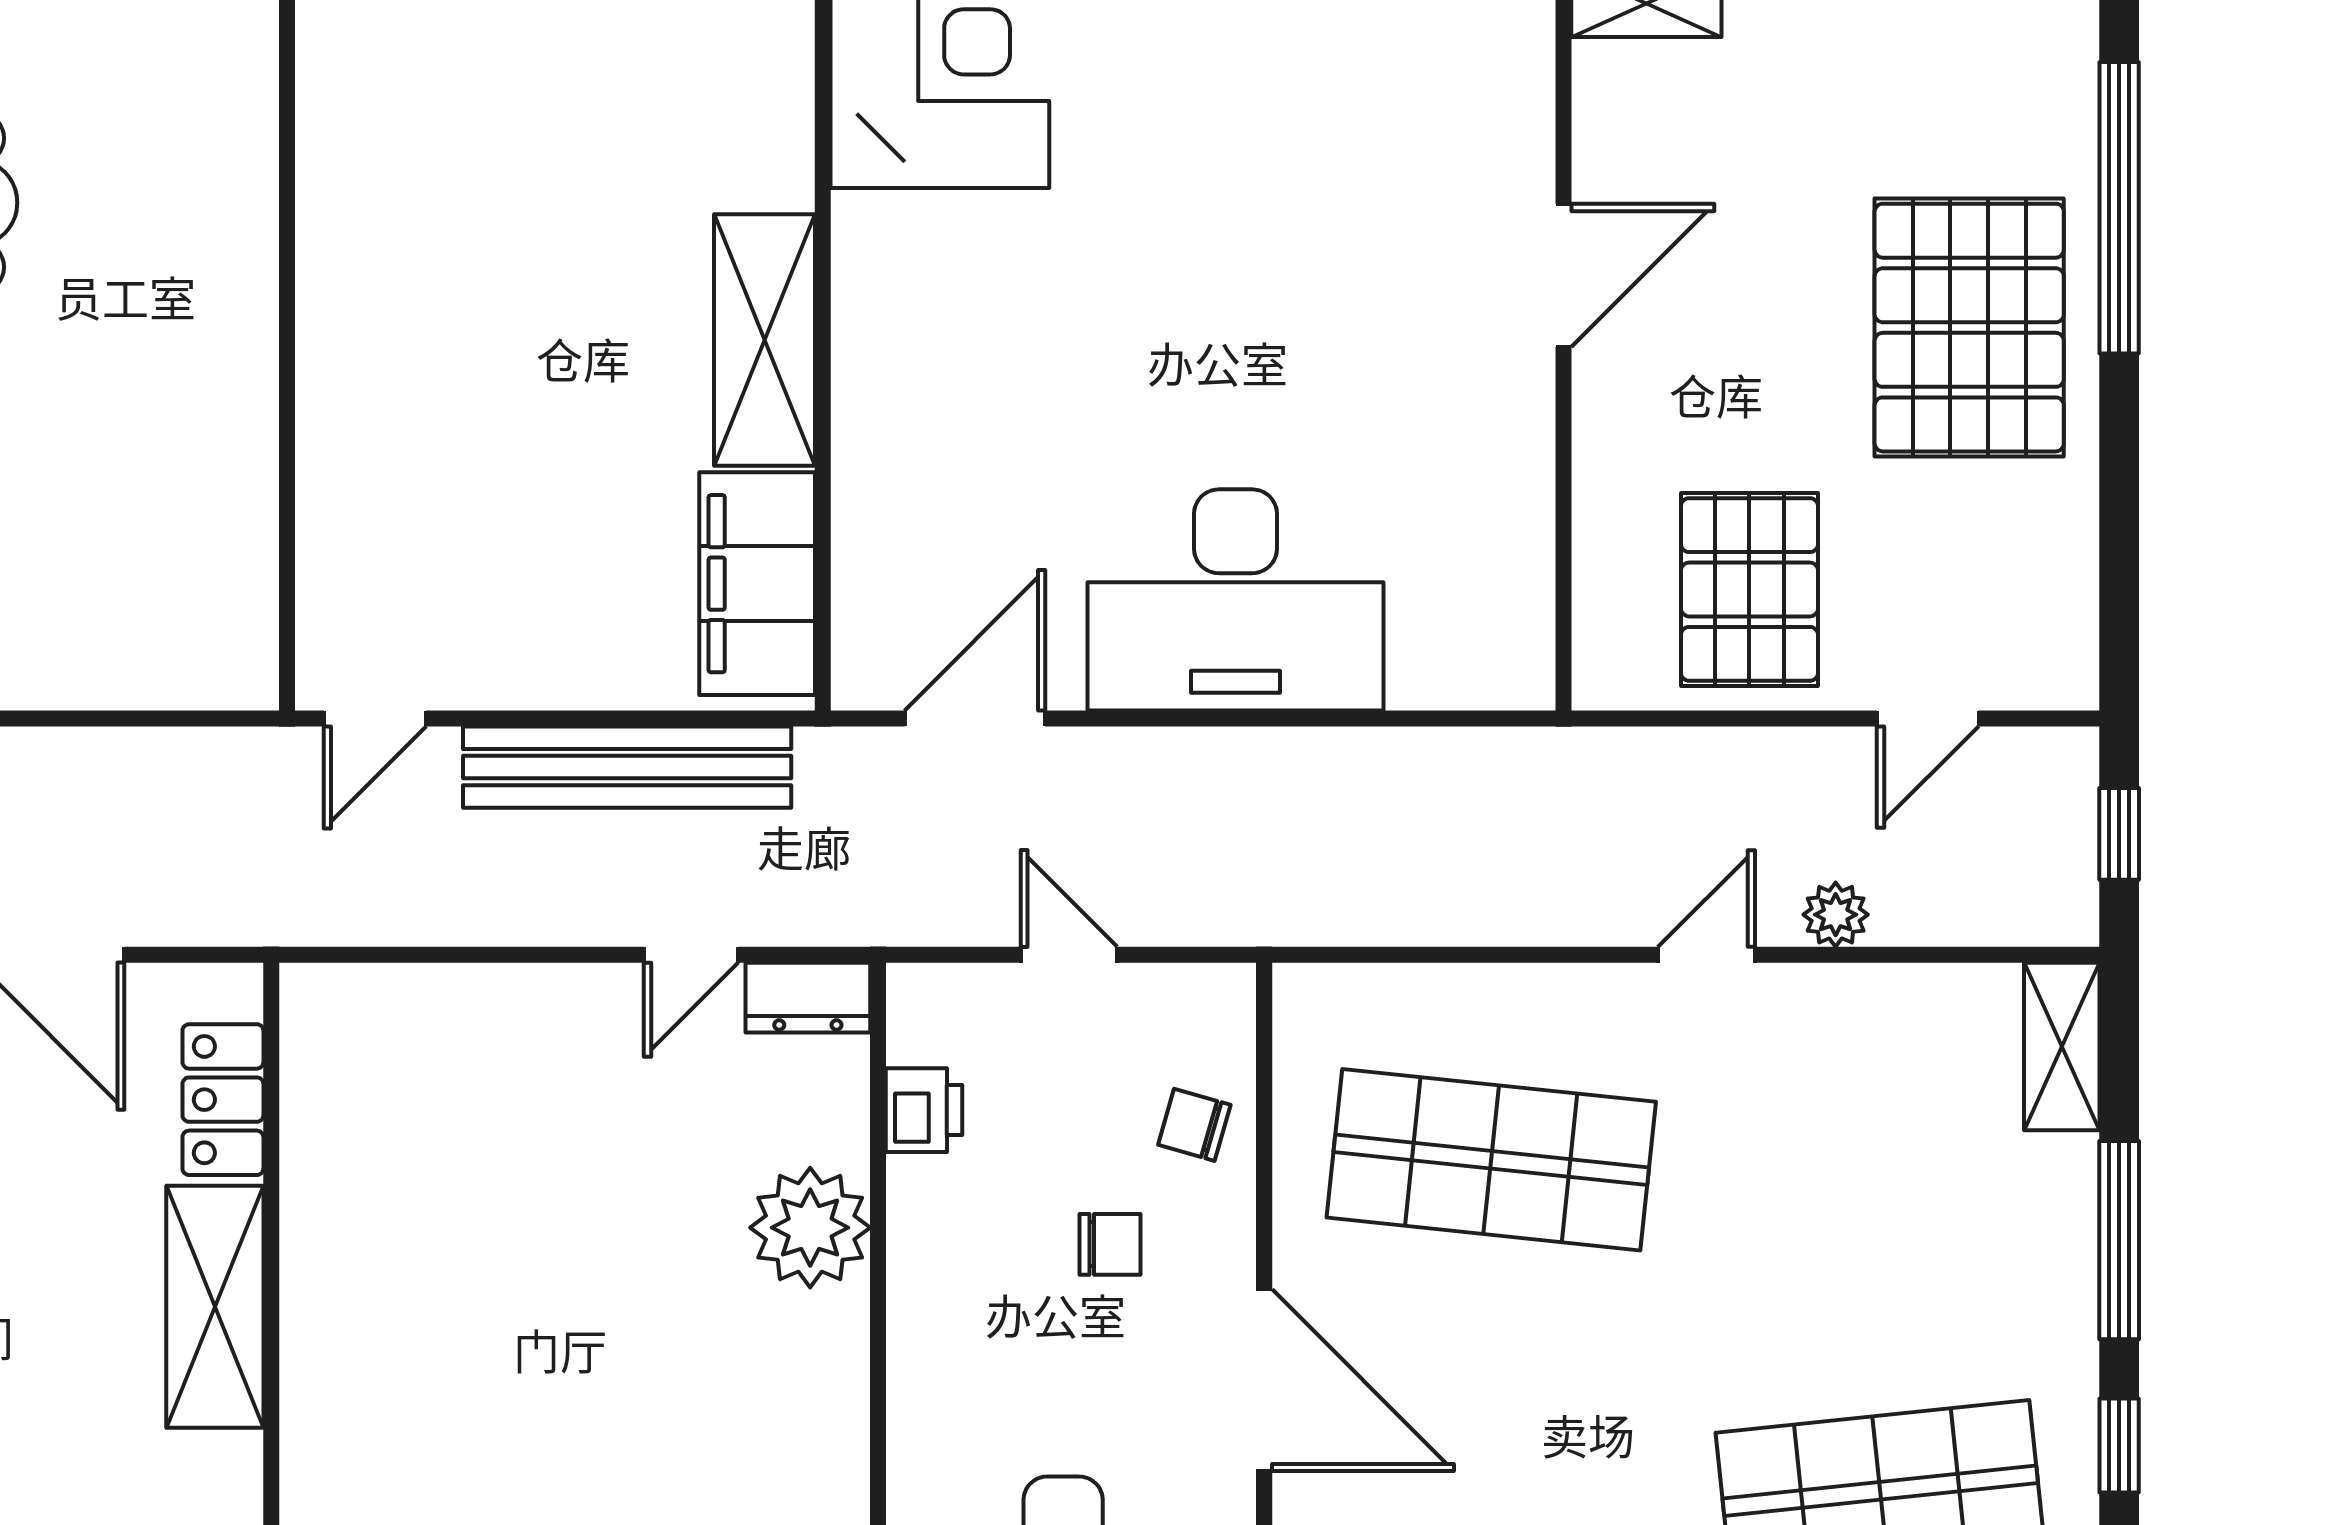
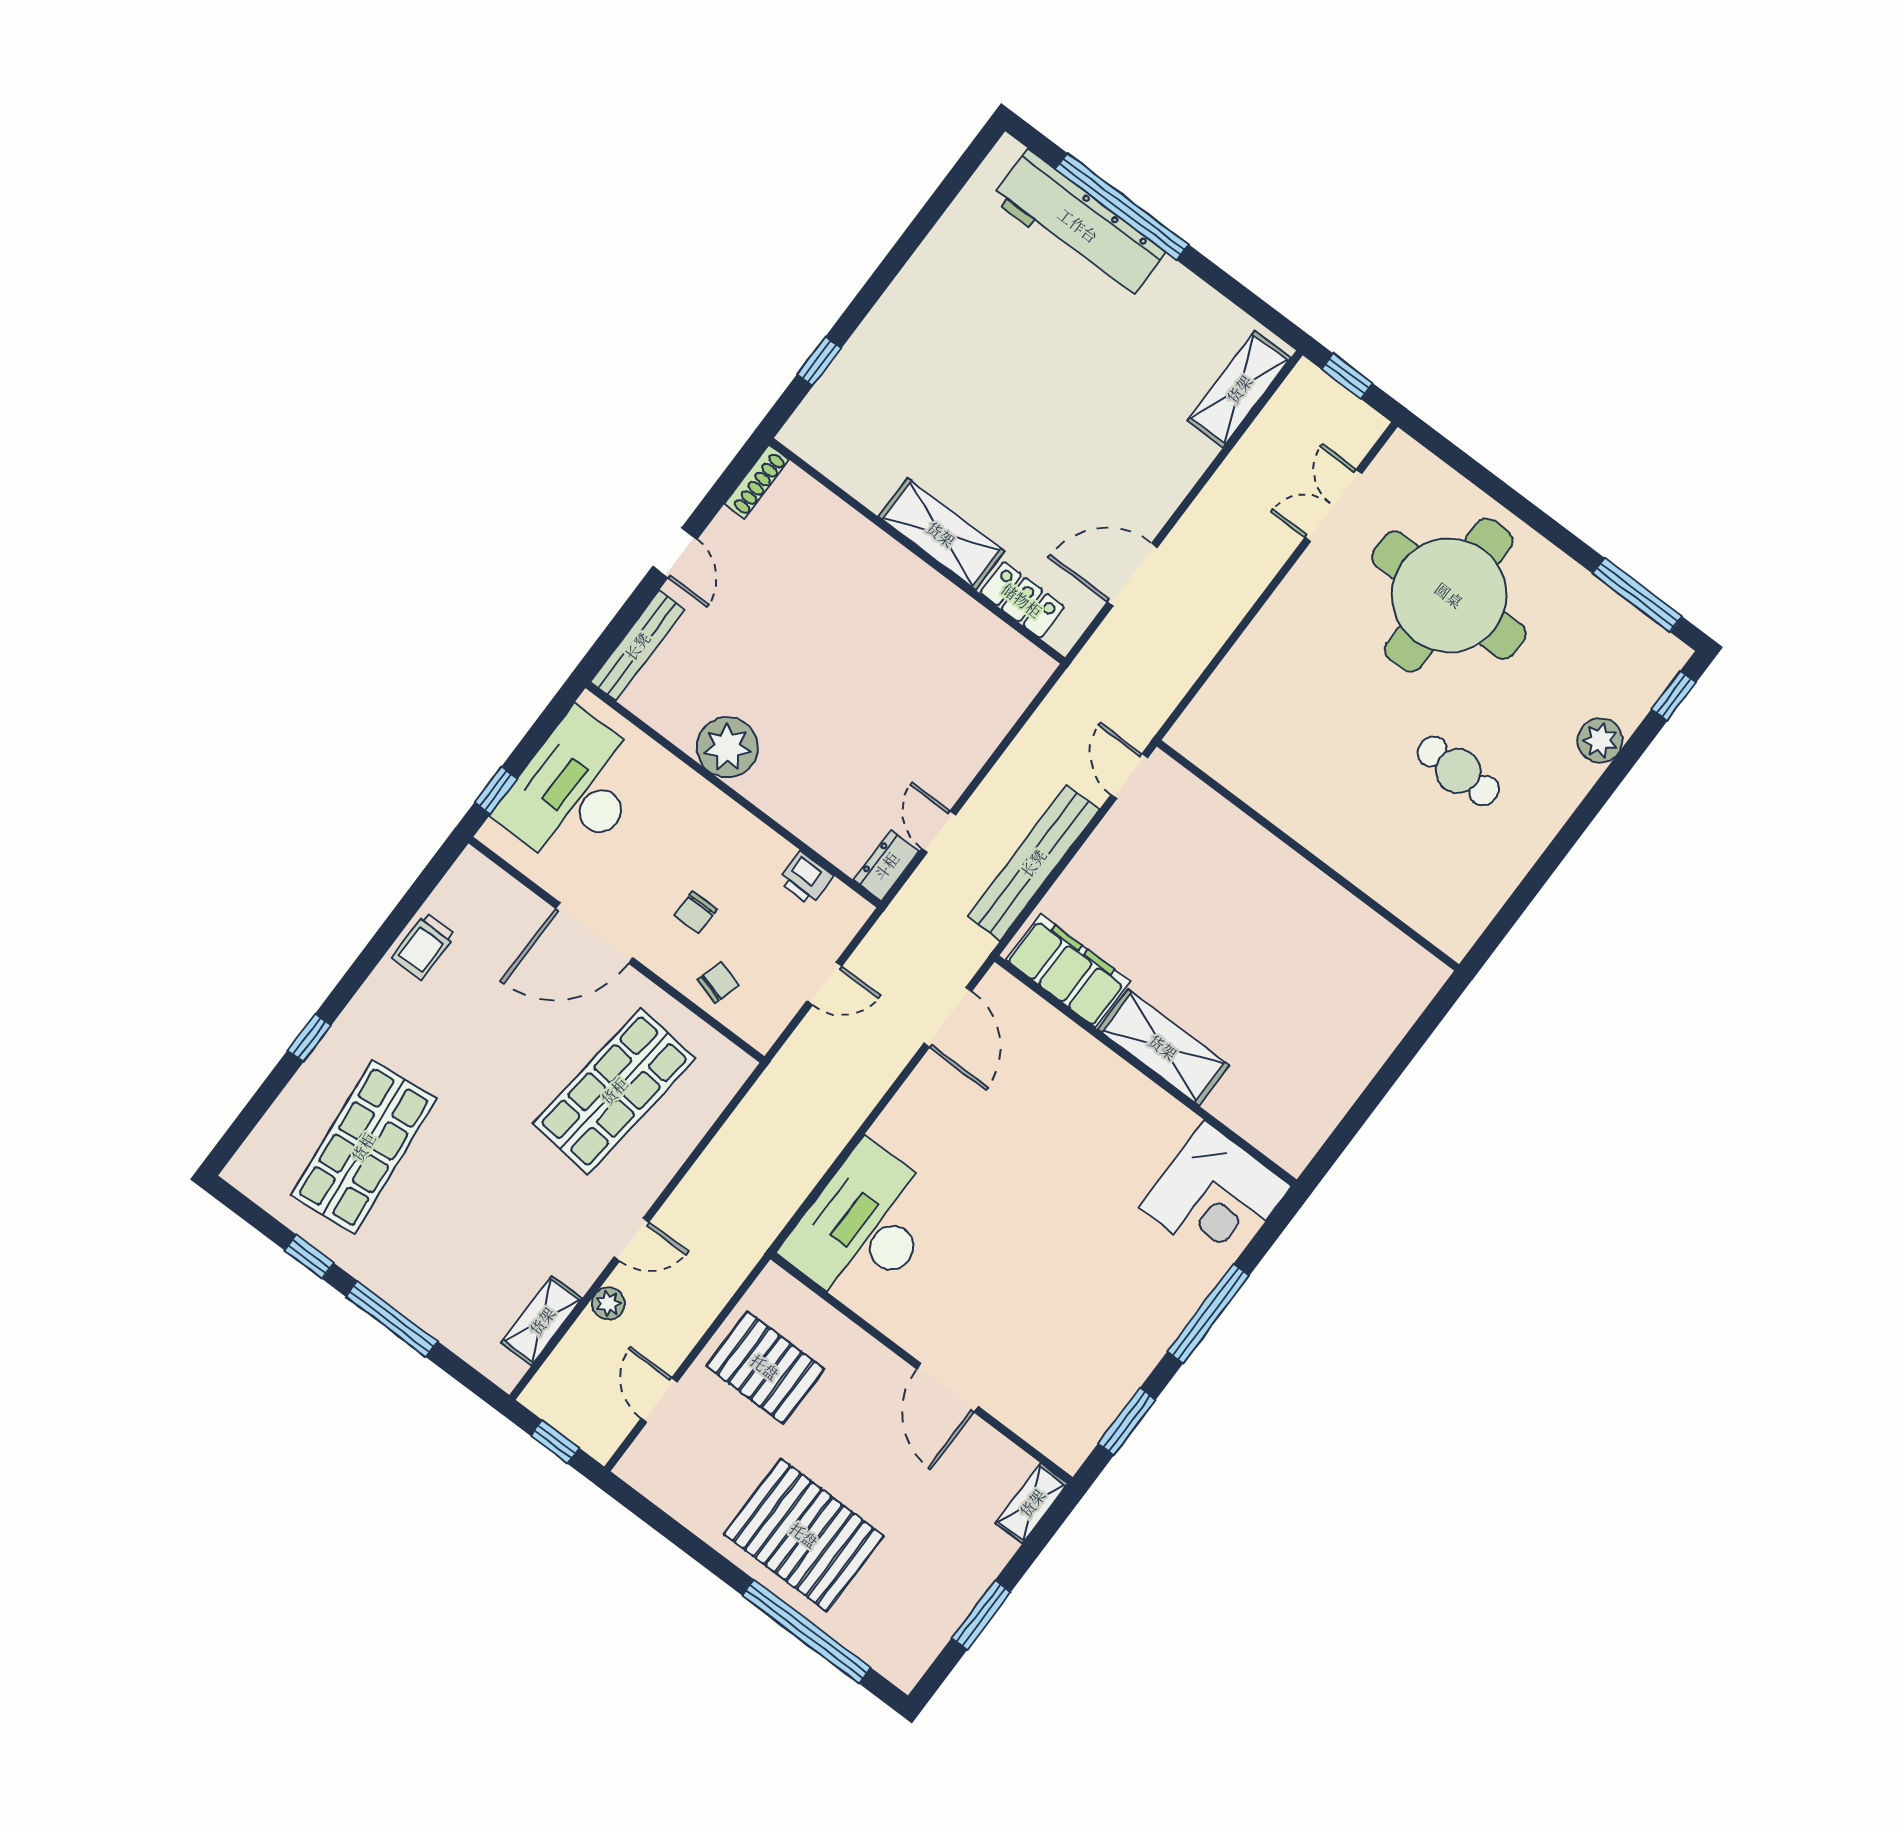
desk: (1236, 600) -> (864, 1227), moved
door: (1706, 955) -> (631, 1239), hinge flipped
shelving: (2062, 1047) -> (542, 1321), moved, turned 90
plant: (810, 1228) -> (727, 747), moved

